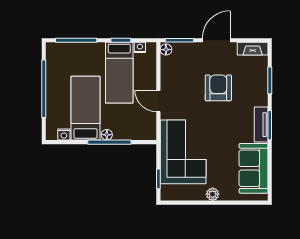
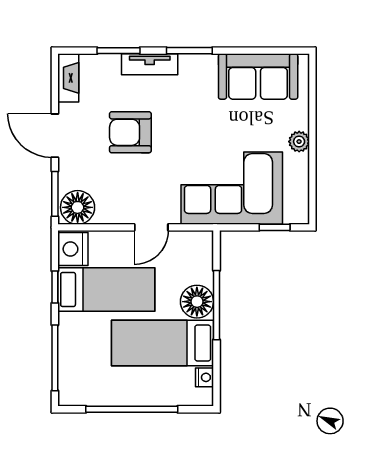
nightstand: (140, 47) -> (73, 249), width x1.89, depth x1.79
floor lamp: (166, 50) -> (78, 207), width x1.89, depth x1.89
tv unit: (261, 125) -> (150, 64), moved
floor lamp: (107, 135) -> (197, 302), width x1.89, depth x1.89

